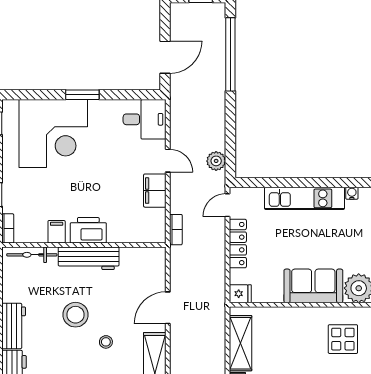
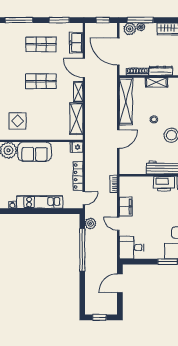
window: (230, 54) -> (82, 250), moved

